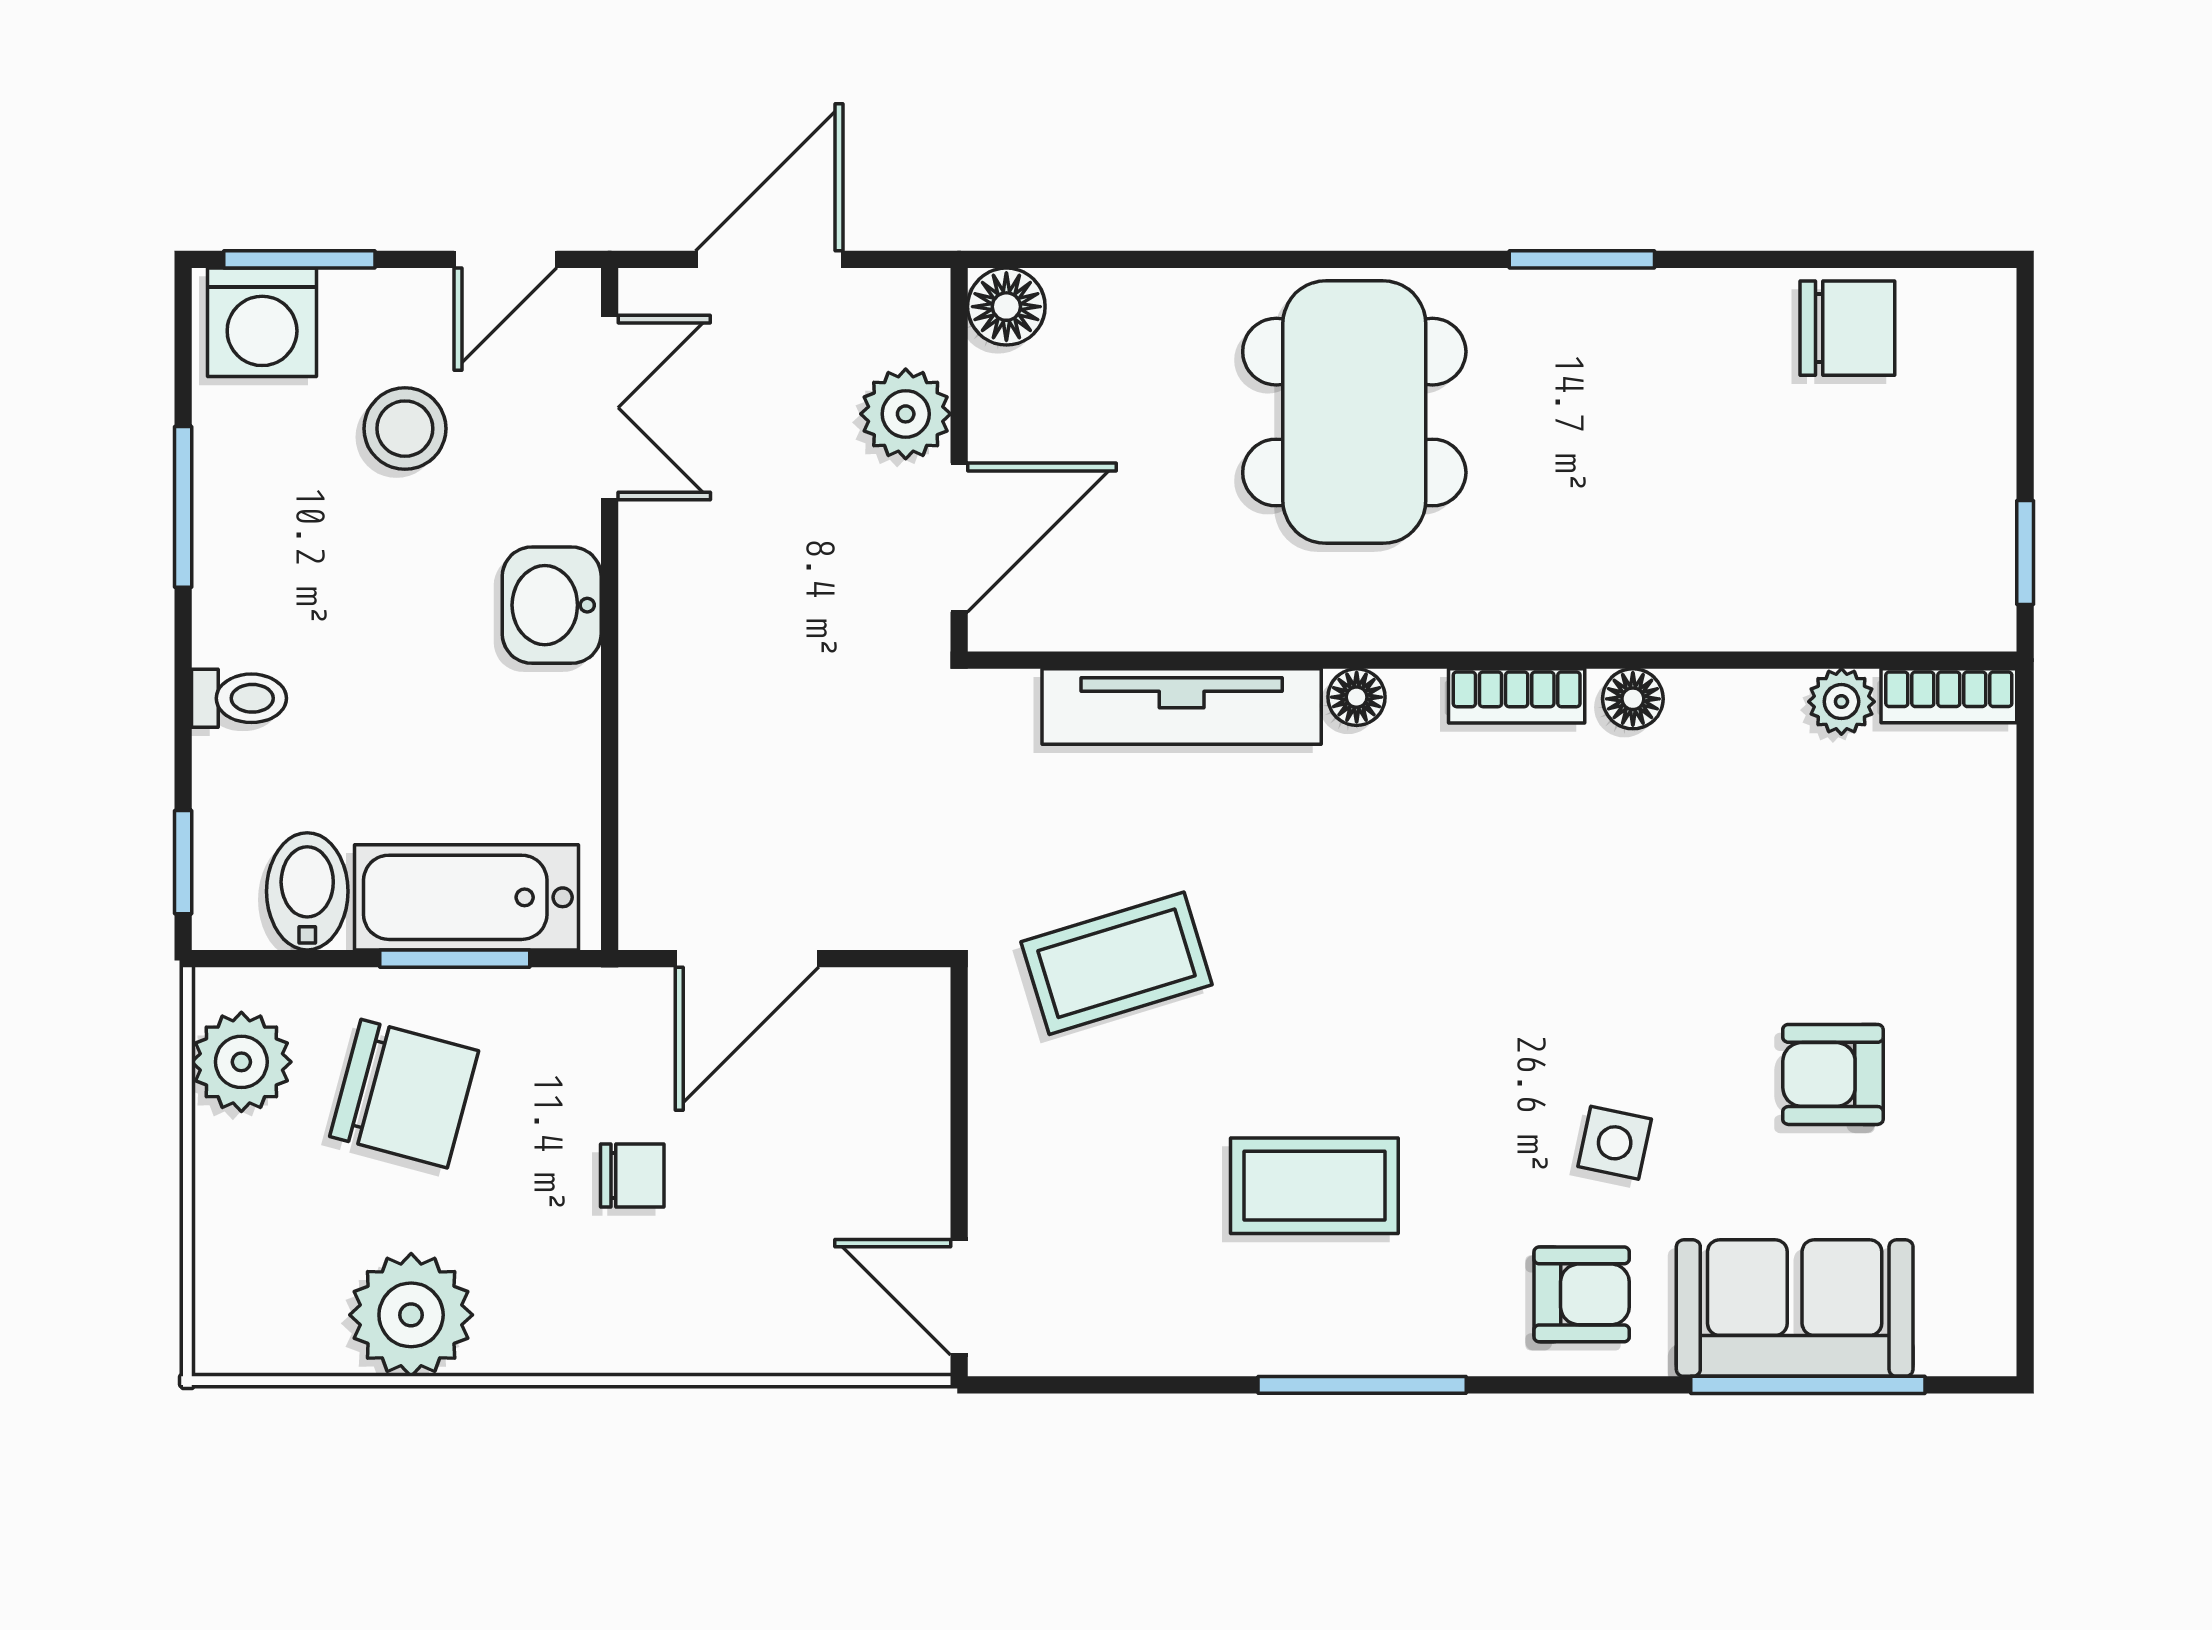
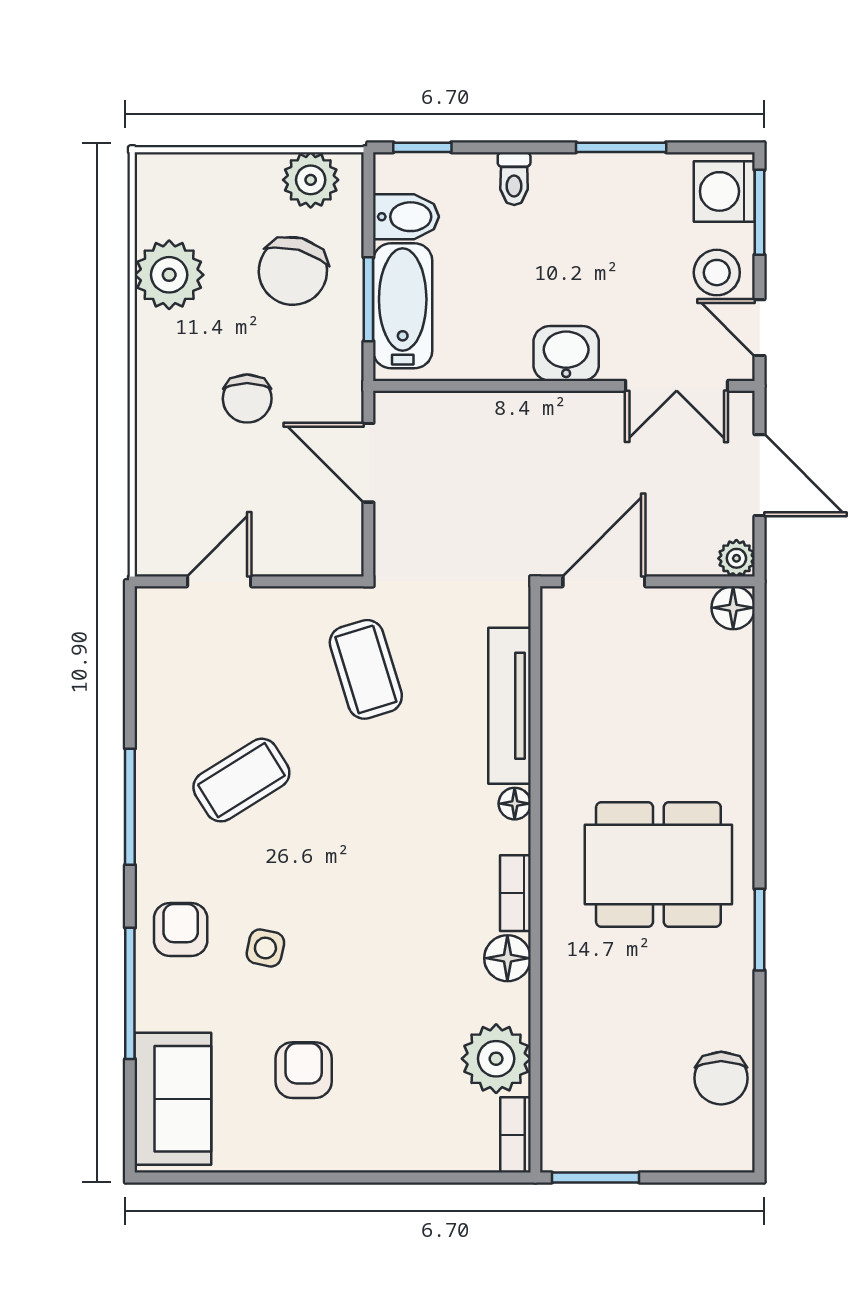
dining table: (1354, 412) -> (658, 864), moved
plant: (906, 414) -> (736, 558), moved, width x0.73, depth x0.73
stool: (405, 429) -> (717, 273), moved
door: (959, 538) -> (604, 581), swing flipped
window: (2025, 553) -> (596, 1178), width x1.50
floor lamp: (1633, 699) -> (507, 958), width x1.37, depth x1.37
plant: (1841, 702) -> (496, 1059), width x1.87, depth x1.87
chair: (632, 1175) -> (247, 399), width x1.37, depth x1.37
coffee table: (1314, 1186) -> (241, 780), turned 58
armchair: (1582, 1294) -> (181, 929), turned 180
door: (959, 1297) -> (219, 581), moved
sofa: (1795, 1308) -> (173, 1099), moved
window: (1808, 1385) -> (130, 993), moved

